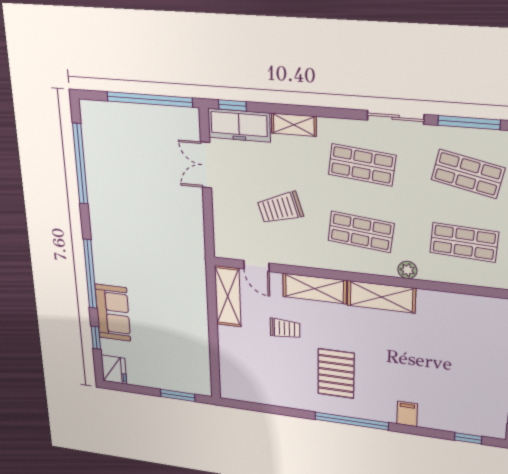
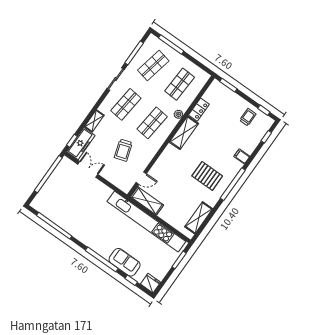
double door: (206, 165) -> (88, 169), swing flipped
shelving: (314, 289) -> (199, 218), moved
locker: (440, 301) -> (199, 110), added
kitchen unit: (196, 313) -> (146, 221), added
trolley: (285, 328) -> (248, 117), moved

